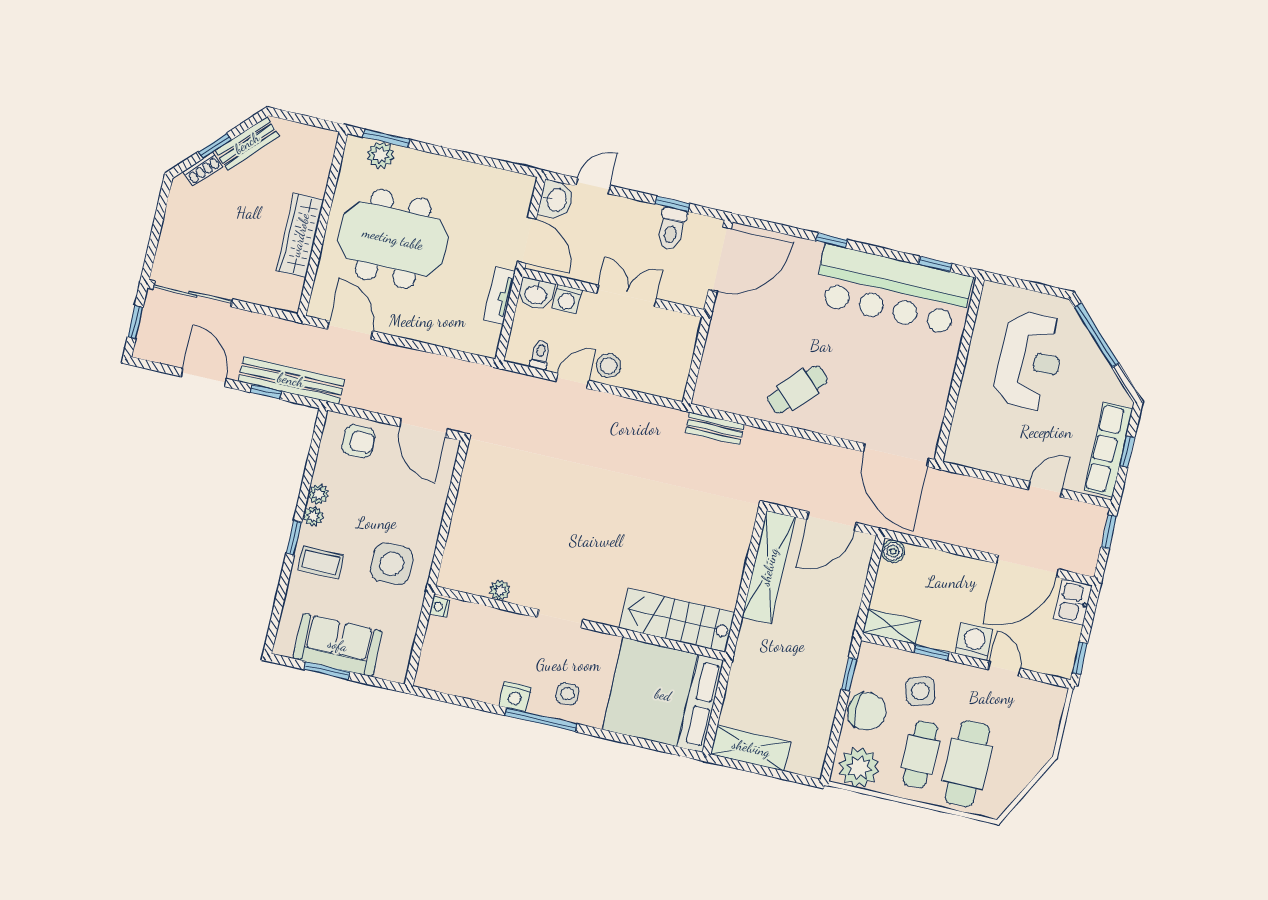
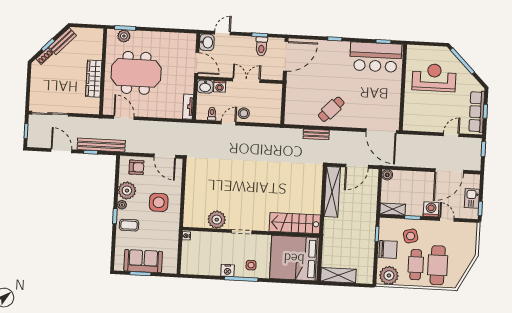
bar counter: (892, 290) -> (376, 57), width x0.73
tv unit: (499, 296) -> (188, 107), moved
reception desk: (1030, 360) -> (434, 78), turned -90
bench: (715, 428) -> (316, 134), moved
plant: (318, 494) -> (127, 191), width x1.88, depth x1.88
side table: (392, 564) -> (159, 202), moved
plant: (500, 590) -> (217, 220), width x1.88, depth x1.88
kitchen sink: (1073, 602) -> (472, 198), moved

